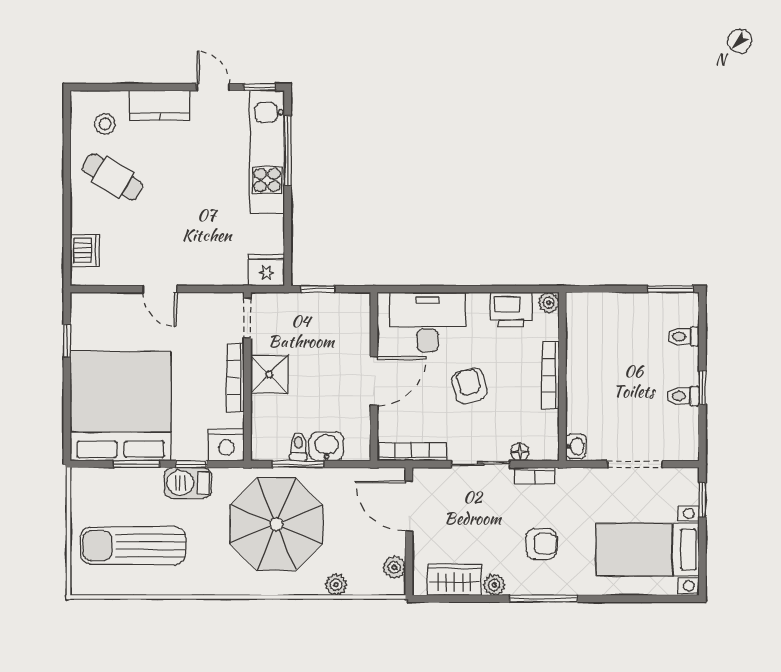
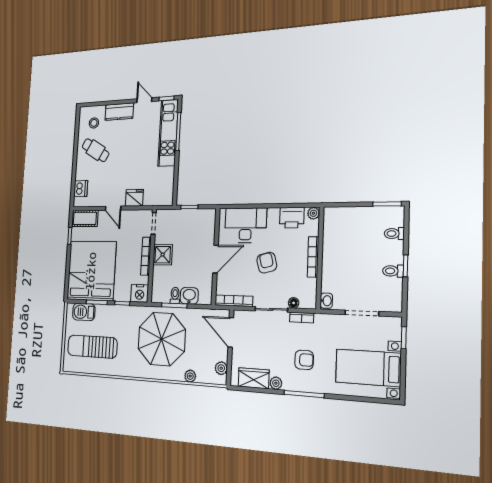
fridge: (266, 270) -> (134, 198), moved
cot: (99, 308) -> (85, 218), added
barbecue: (188, 483) -> (84, 312), moved

